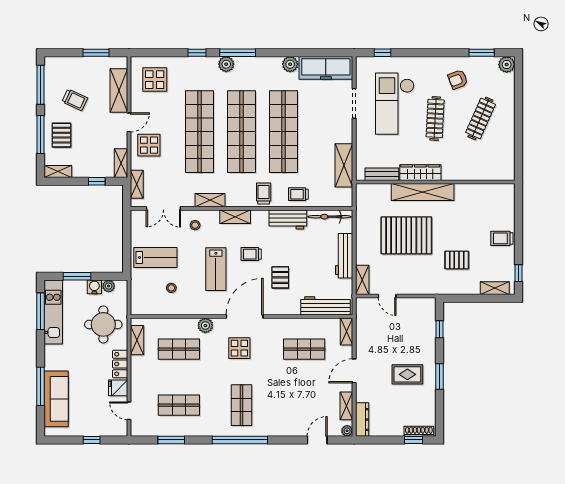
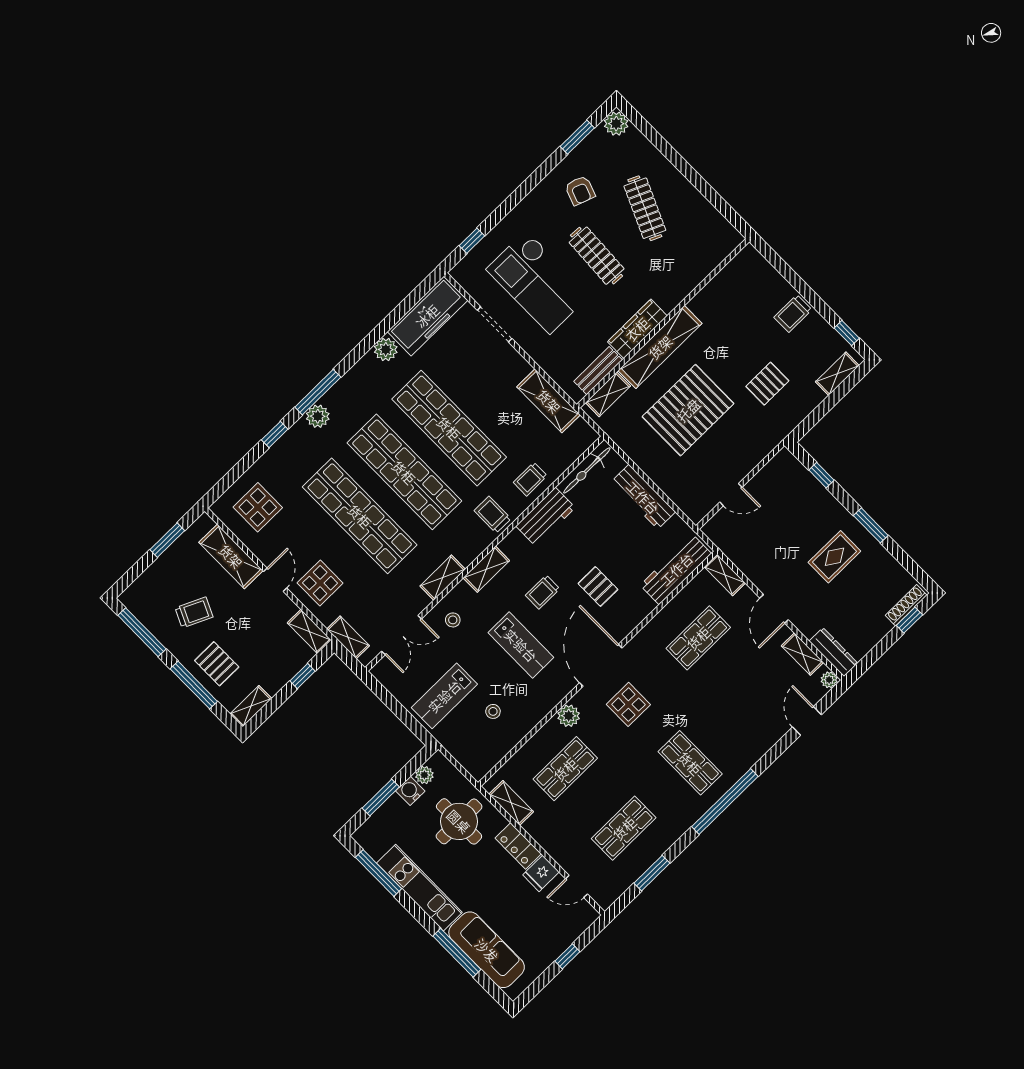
armchair: (458, 79) -> (580, 191), turned -49
lab bench: (155, 258) -> (444, 696), turned 180
shelving: (362, 280) -> (608, 394), moved, turned 90
kitchen unit: (53, 312) -> (419, 888), moved

